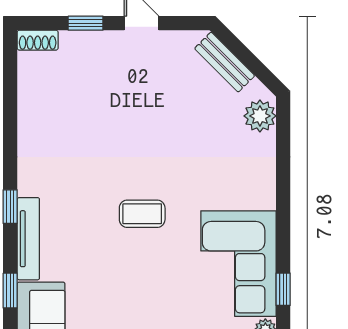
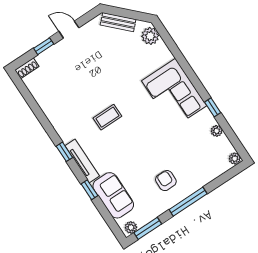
coffee table: (142, 214) -> (107, 117), moved
corner sofa: (238, 264) -> (174, 93), moved

